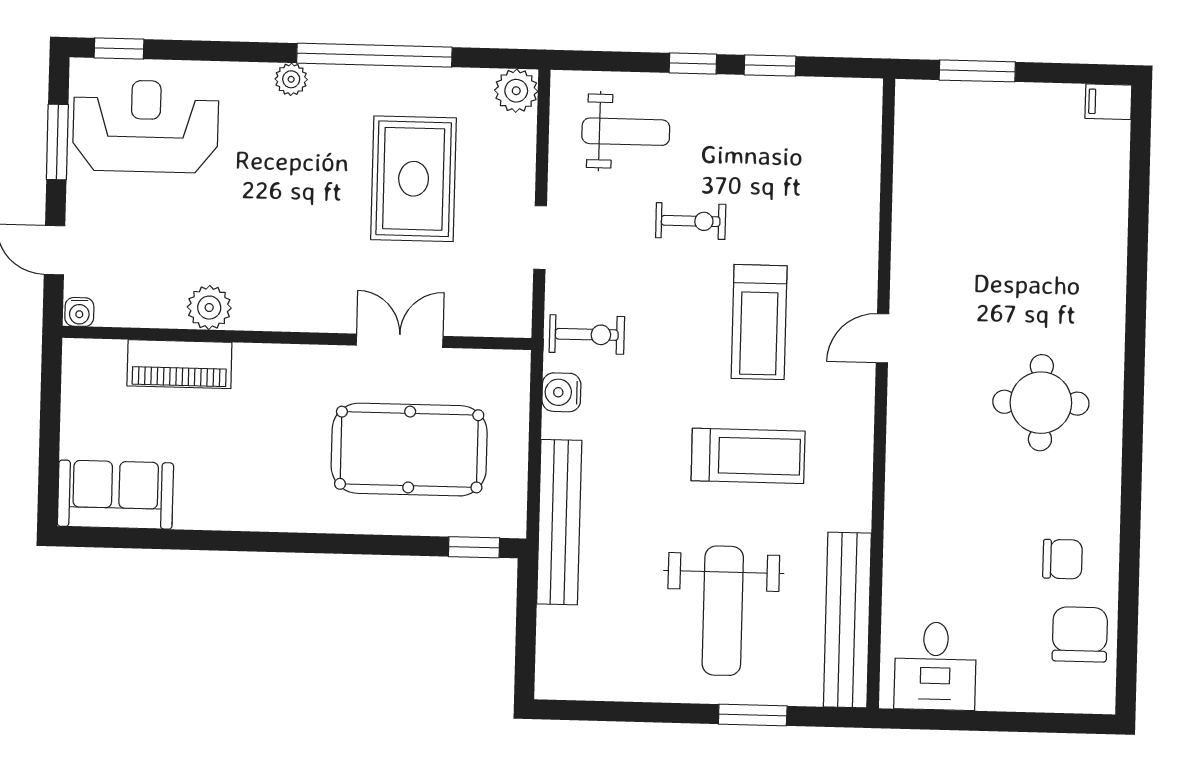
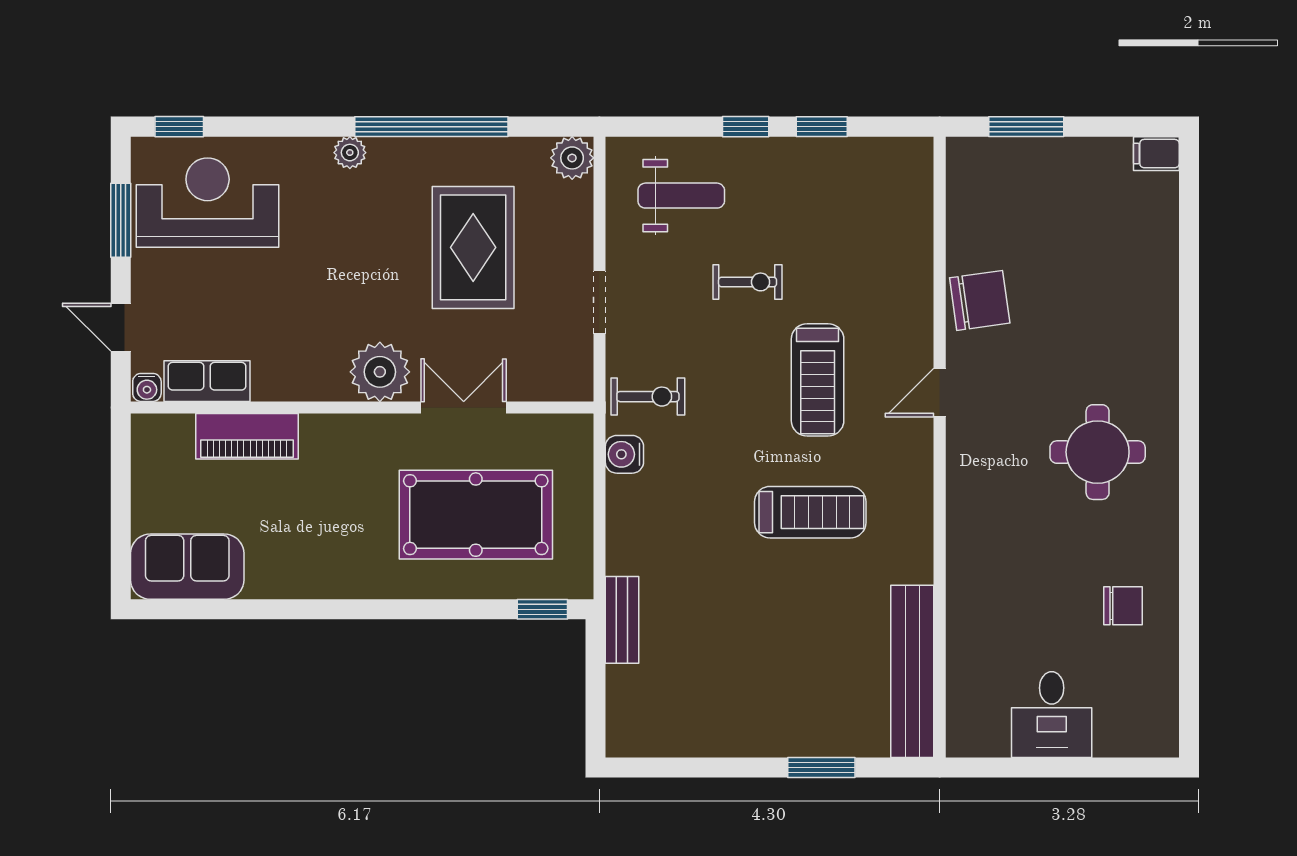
row of seats: (140, 307) -> (207, 381), added
plant: (209, 308) -> (380, 372), moved, width x1.36, depth x1.36
bench: (559, 522) -> (622, 620), width x0.54, depth x0.82
weight bench: (723, 611) -> (789, 665), removed
chair: (1080, 634) -> (980, 300), moved, turned 82
desk: (935, 666) -> (1052, 715), moved

